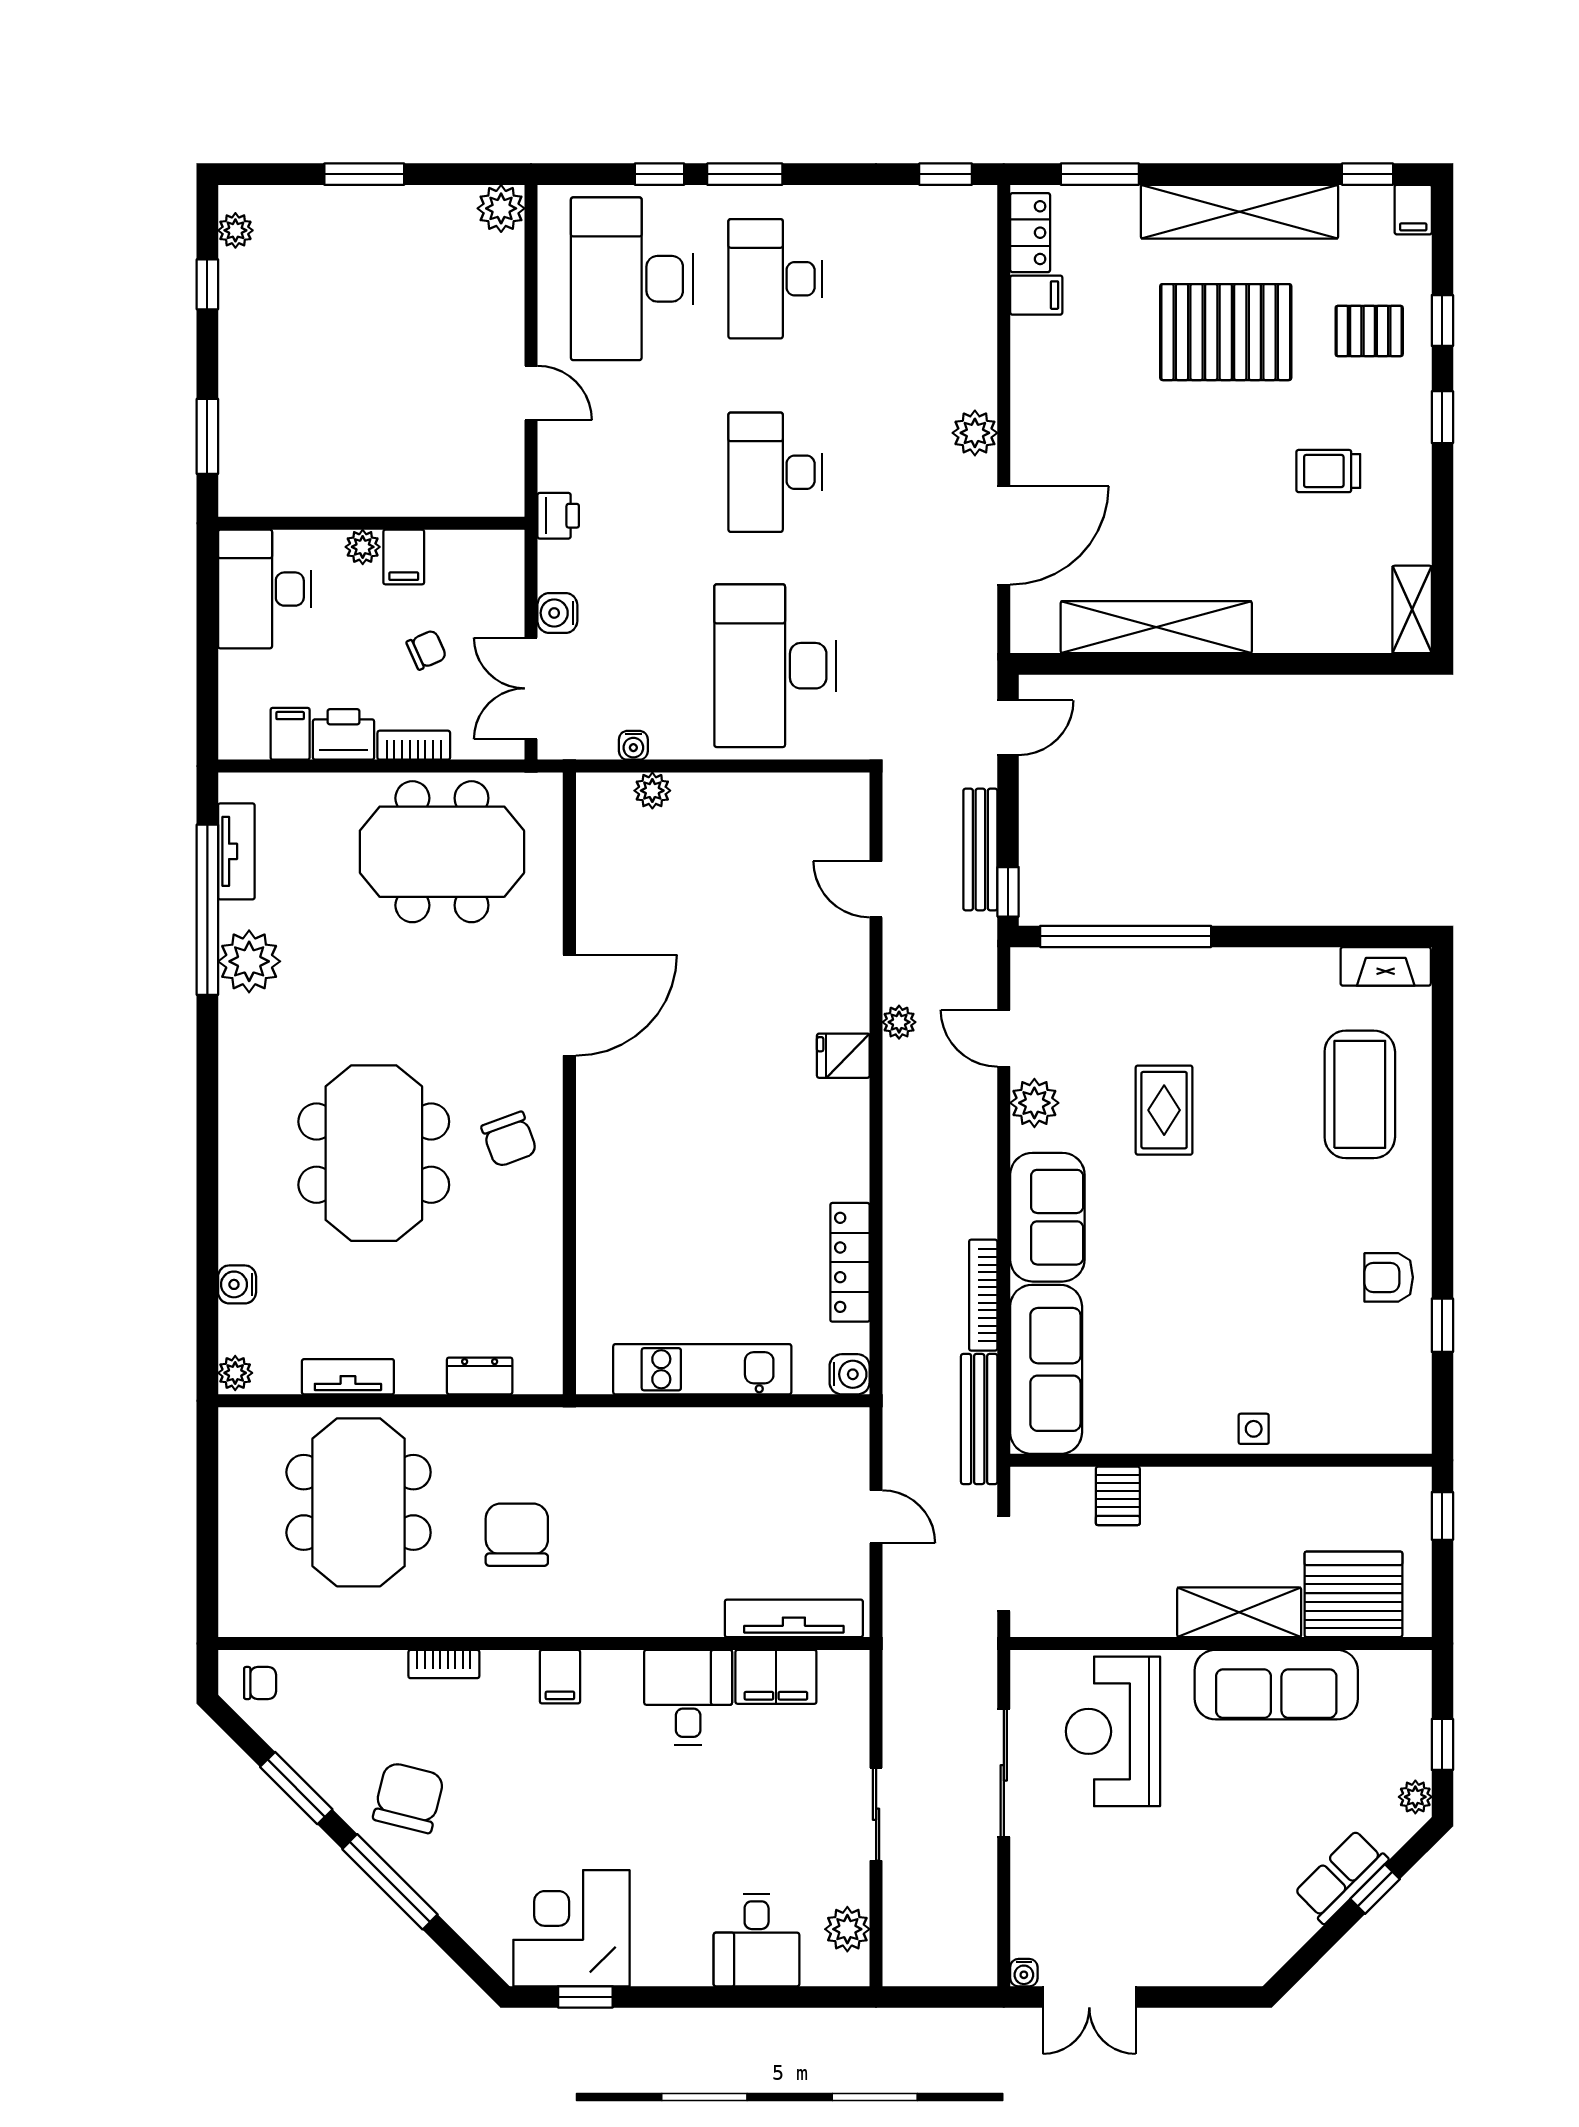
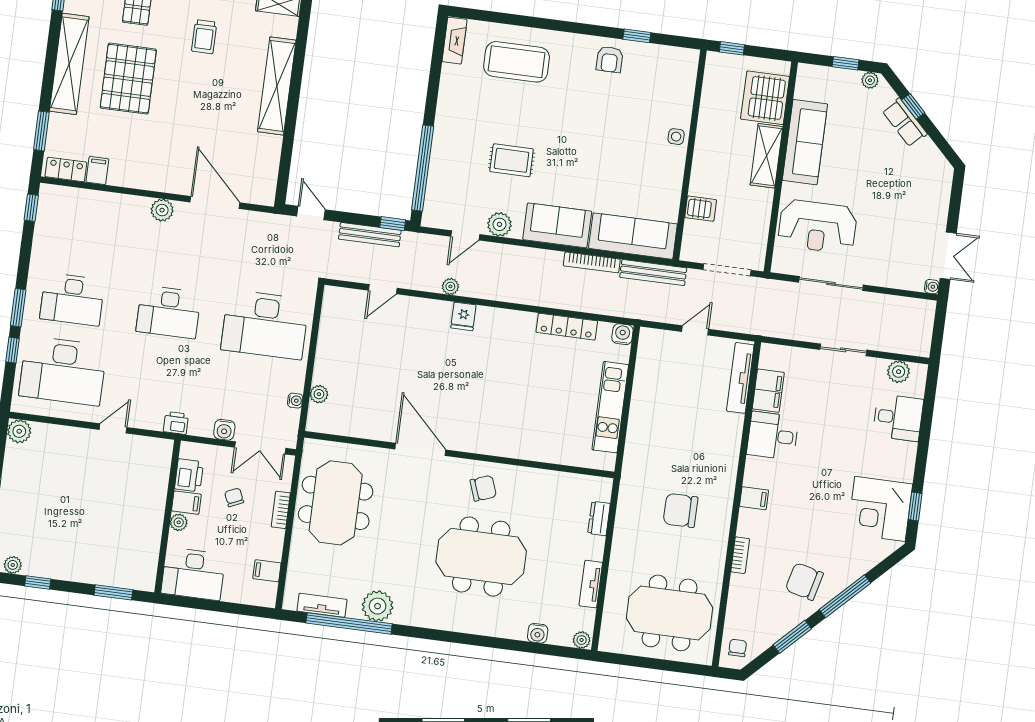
shelving: (1156, 627) -> (277, 86), moved
printer: (344, 734) -> (189, 475), moved, turned 180
meeting table: (359, 1502) -> (670, 613), moved

